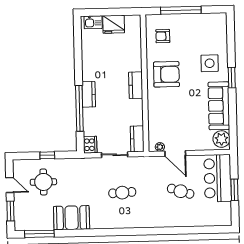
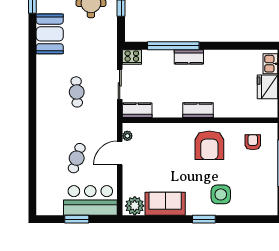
sofa: (219, 106) -> (165, 204), width x0.73

